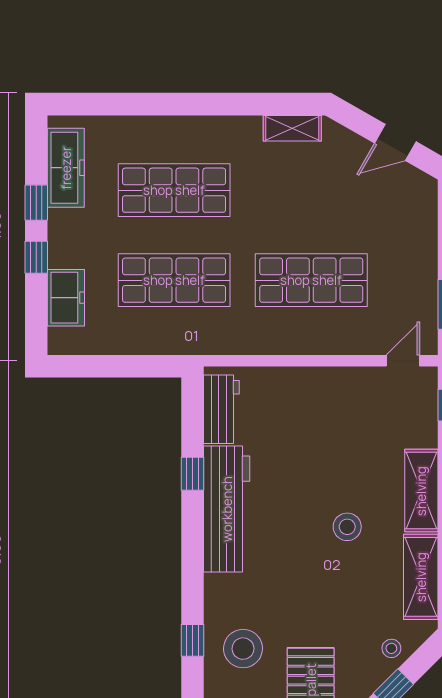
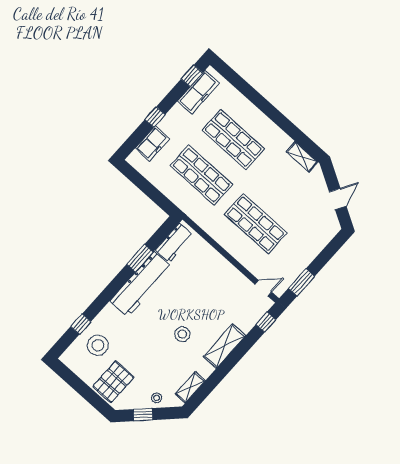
door: (395, 142) -> (338, 199), swing flipped
window: (36, 203) -> (192, 76), moved
window: (192, 474) -> (140, 258), width x1.50
shelving: (421, 577) -> (190, 387), width x0.67, depth x0.75

